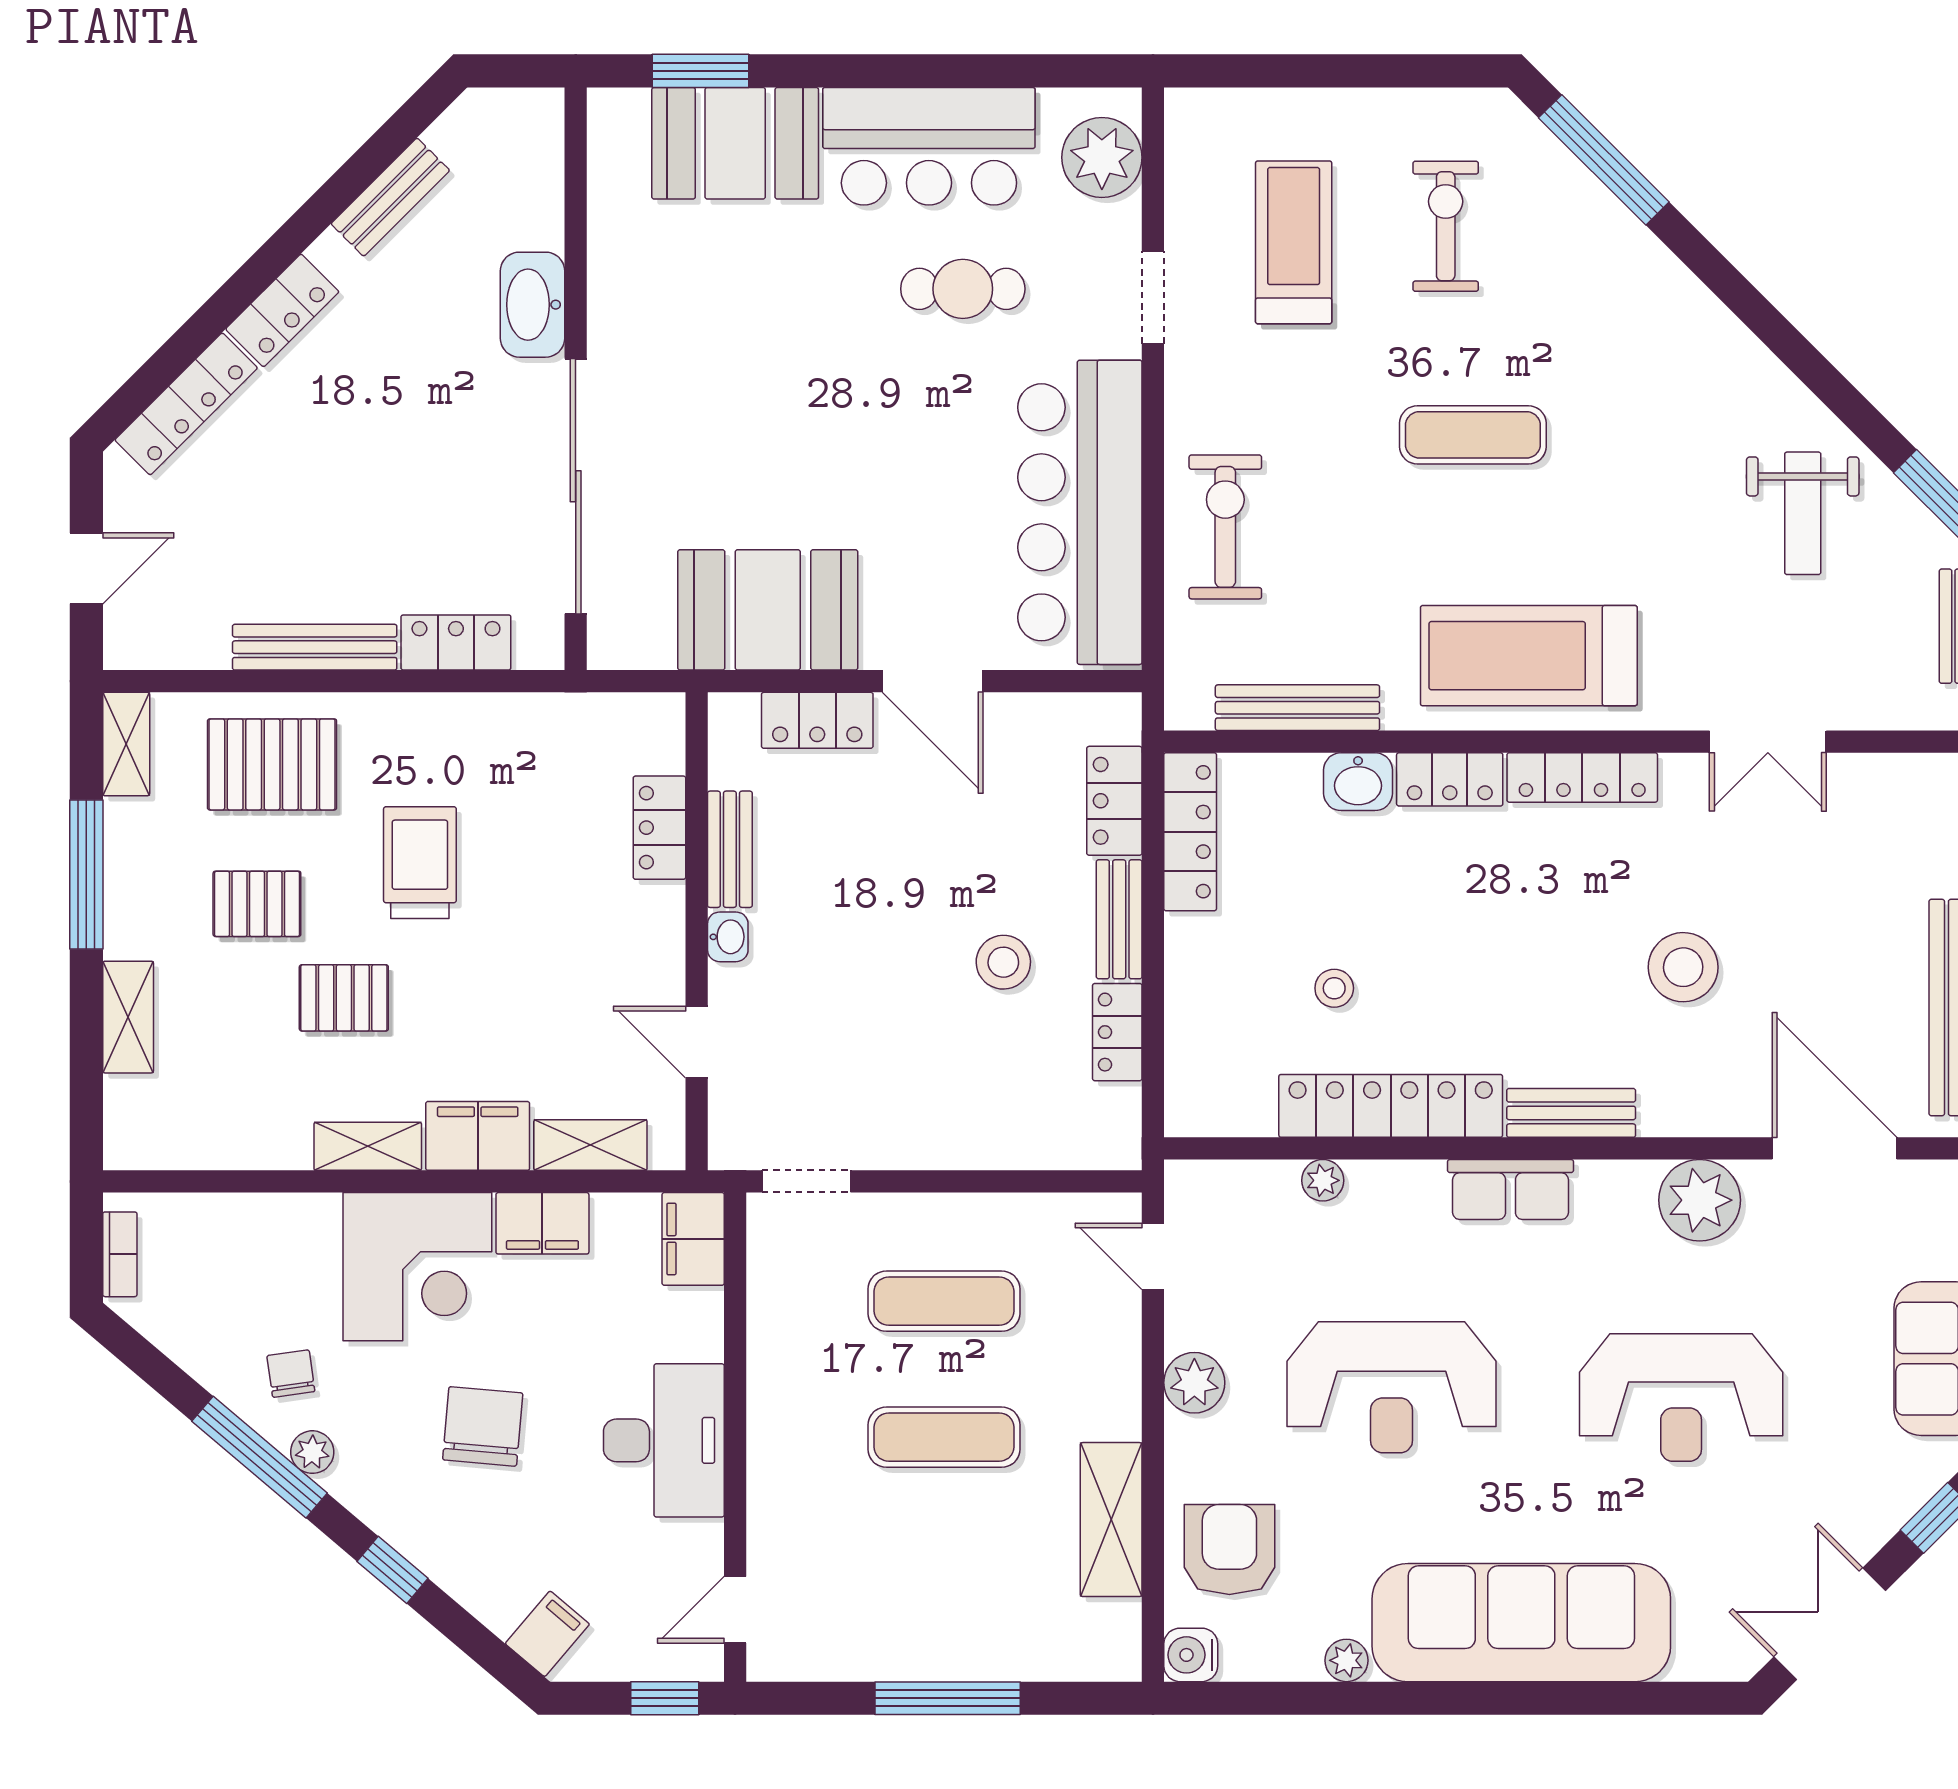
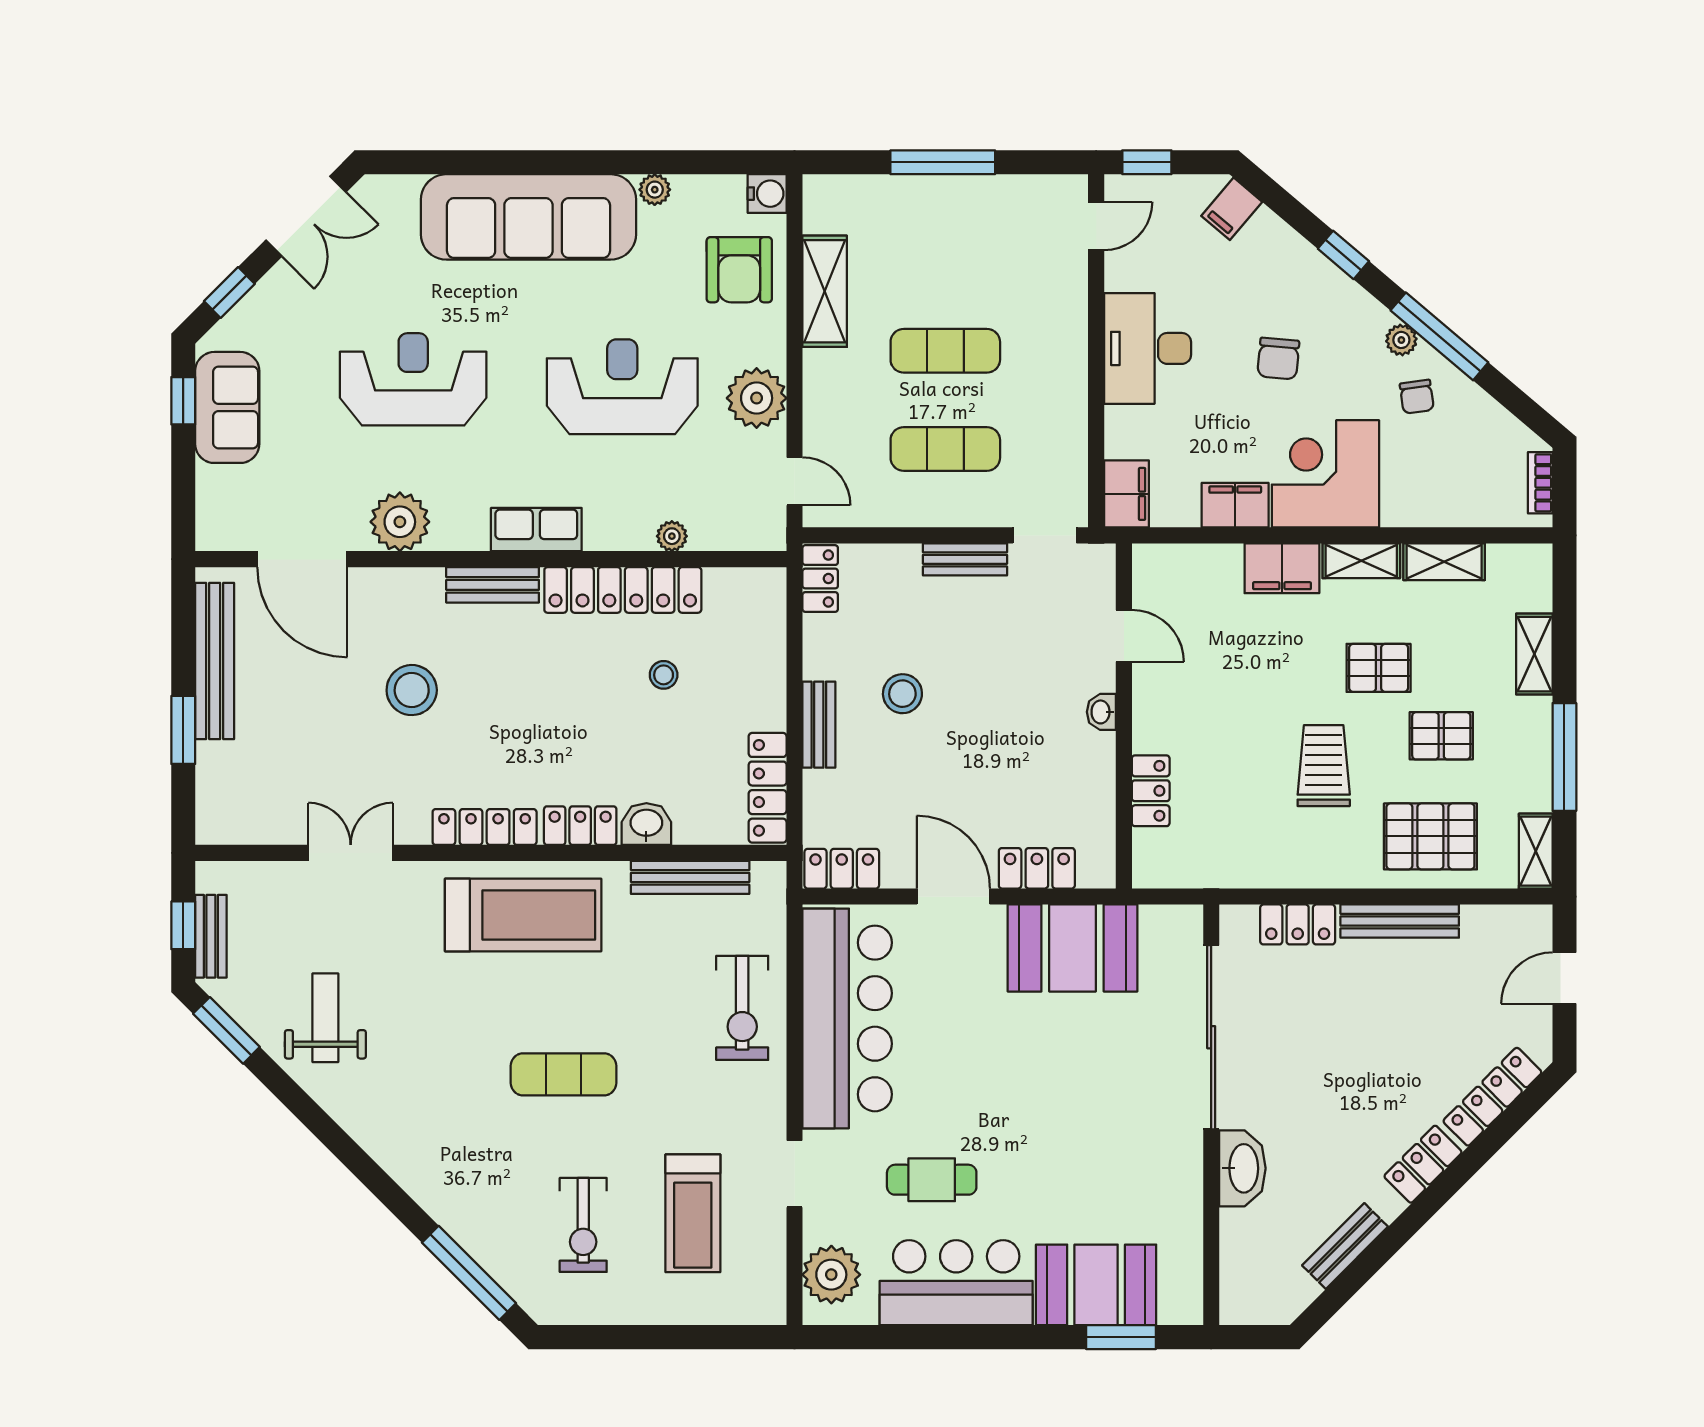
locker: (1114, 801) -> (842, 869), moved, turned -90
bench: (730, 849) -> (965, 559), moved, turned 90
trolley: (420, 863) -> (1324, 766), turned 180
locker: (1117, 1032) -> (820, 579), moved
shelving: (590, 1145) -> (1444, 562), moved
plant: (1194, 1383) -> (757, 398), width x1.36, depth x1.36
chair: (483, 1426) -> (1278, 359), width x0.73, depth x0.73

